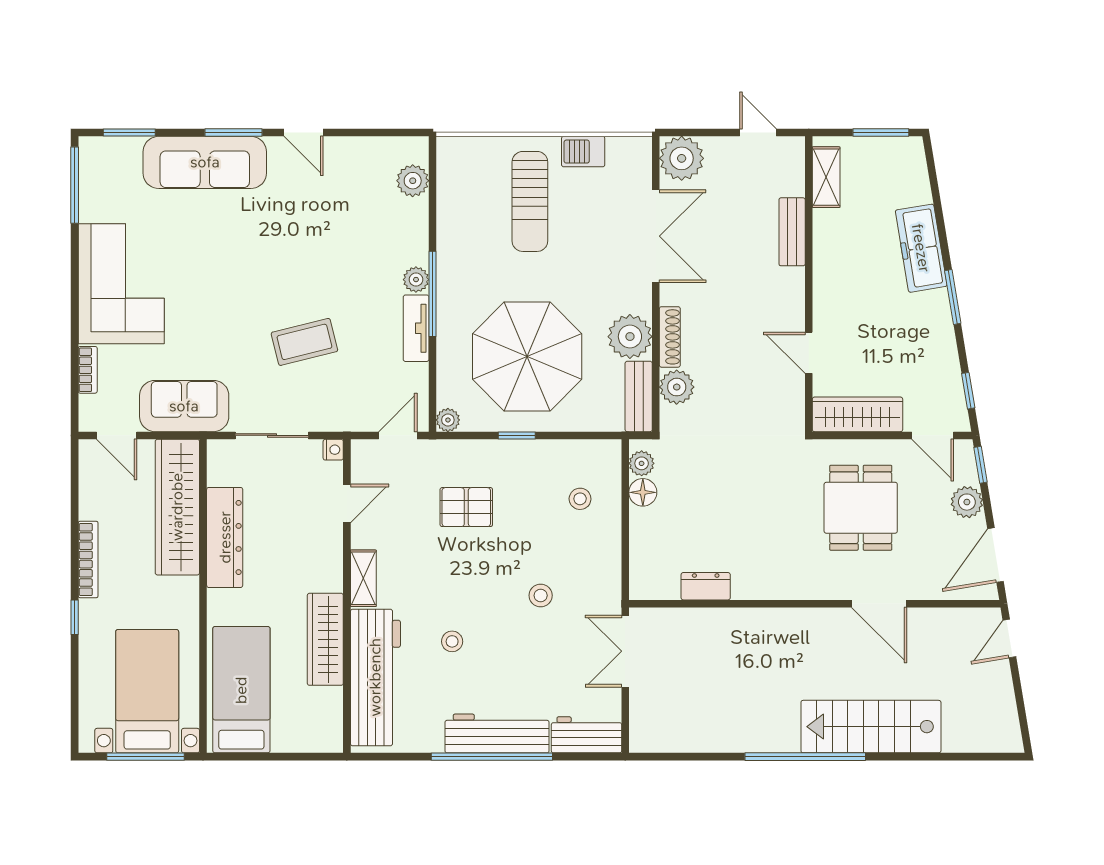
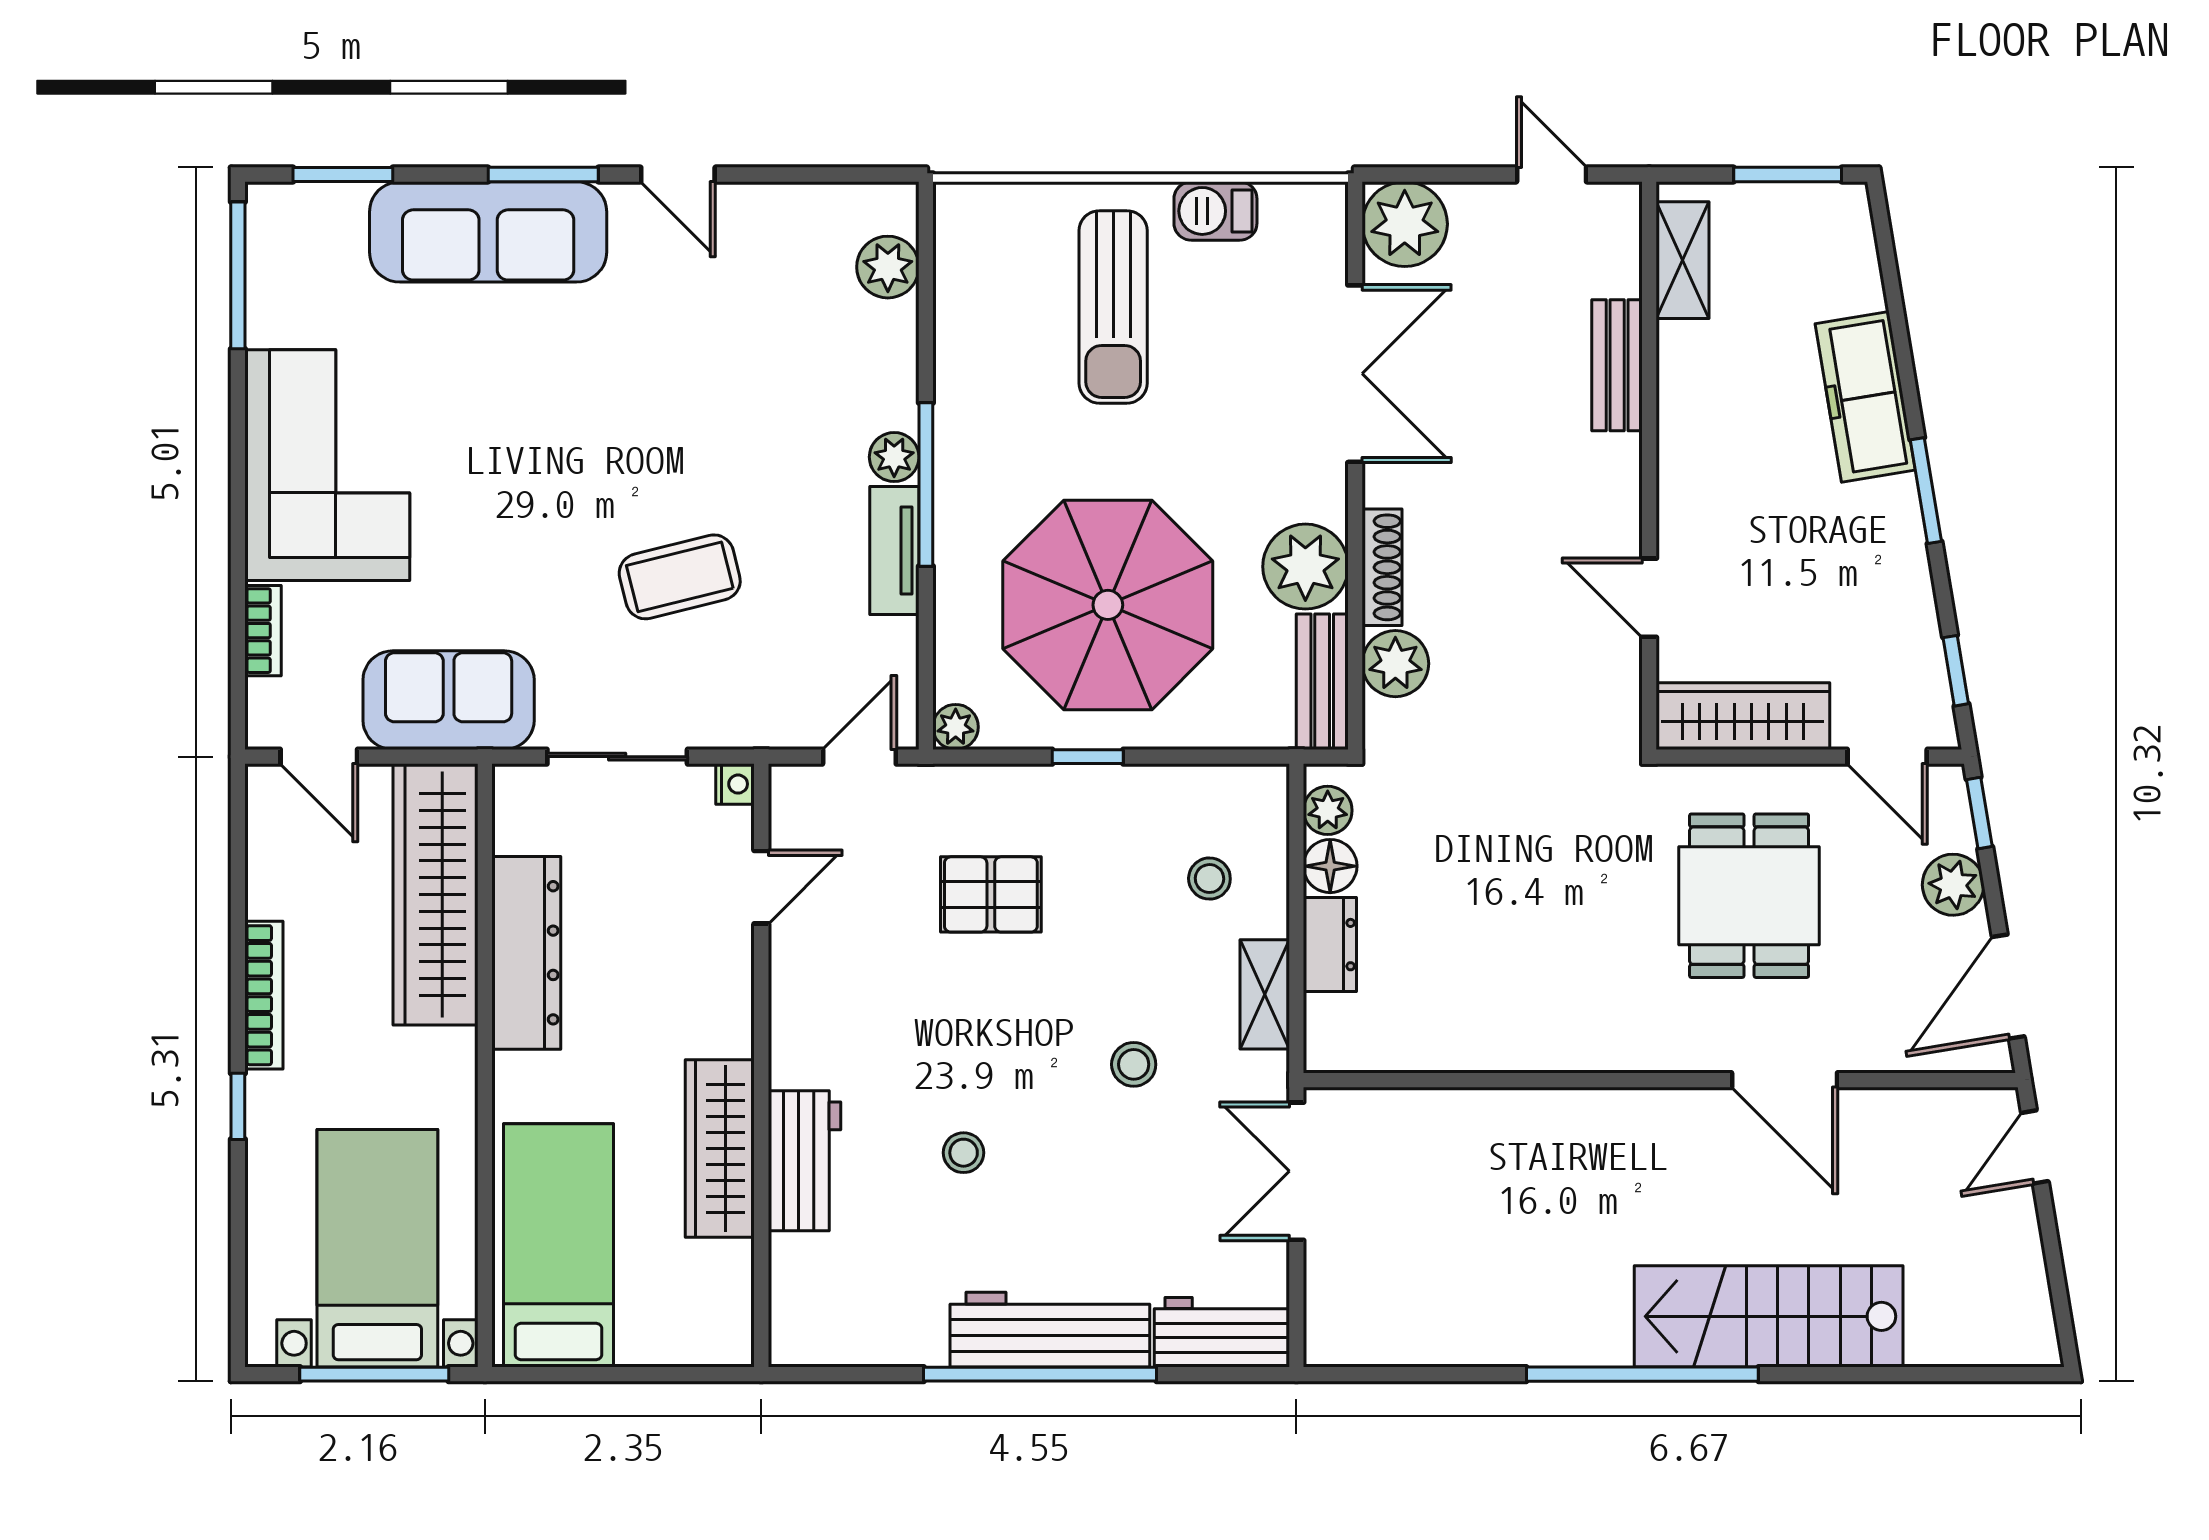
shelving: (363, 578) -> (1265, 994), moved
dresser: (706, 586) -> (1330, 945), moved, turned 90
workbench: (375, 677) -> (804, 1161), width x0.53, depth x0.76

